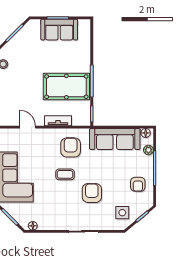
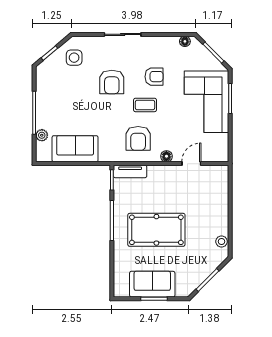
pool table: (66, 87) -> (156, 230), moved
tv unit: (58, 121) -> (130, 171), moved
door: (28, 127) -> (191, 164), swing flipped
floor lamp: (146, 133) -> (166, 156), moved
sofa: (115, 139) -> (75, 149), width x0.73
armchair: (138, 184) -> (154, 77), moved, turned 90

